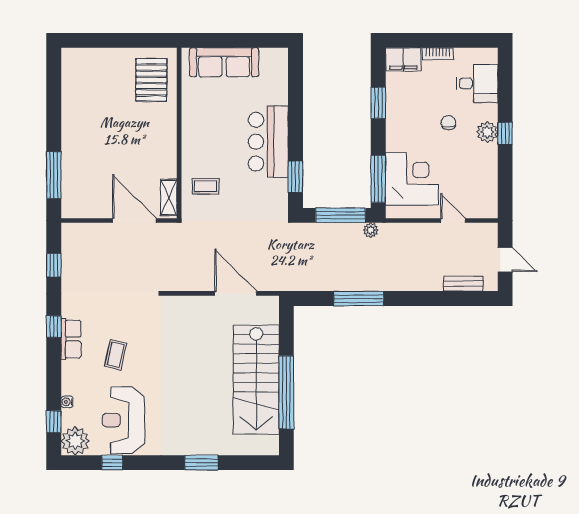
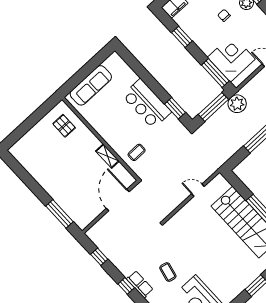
pallet: (151, 80) -> (64, 126), width x0.67, depth x0.71
shelving: (169, 197) -> (107, 156), moved
door: (134, 220) -> (118, 200), hinge flipped
plant: (371, 230) -> (237, 104), width x1.87, depth x1.87
door: (236, 293) -> (198, 190), width x0.53

